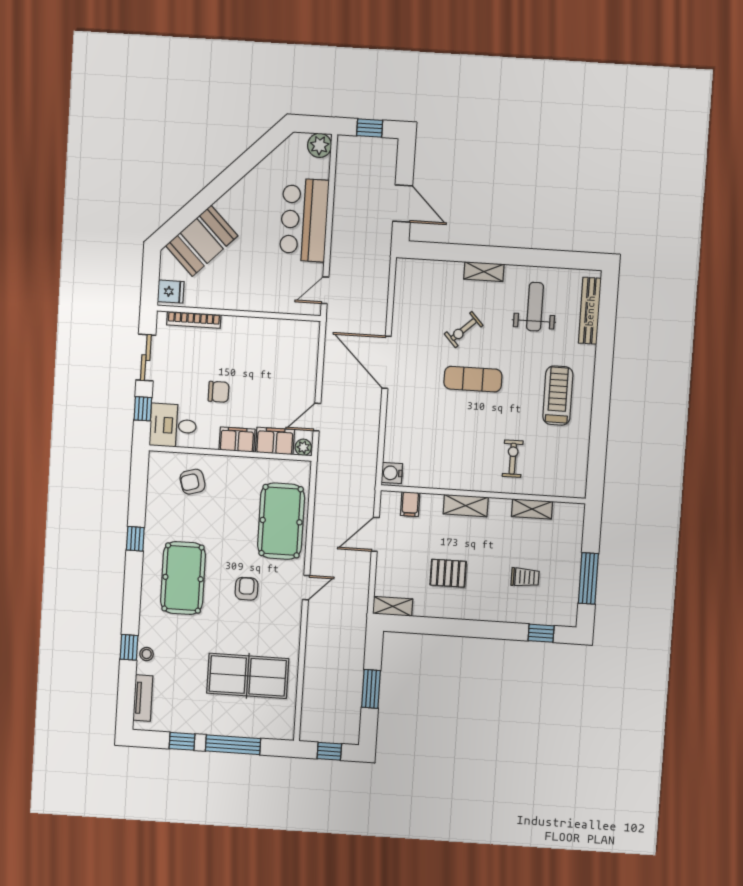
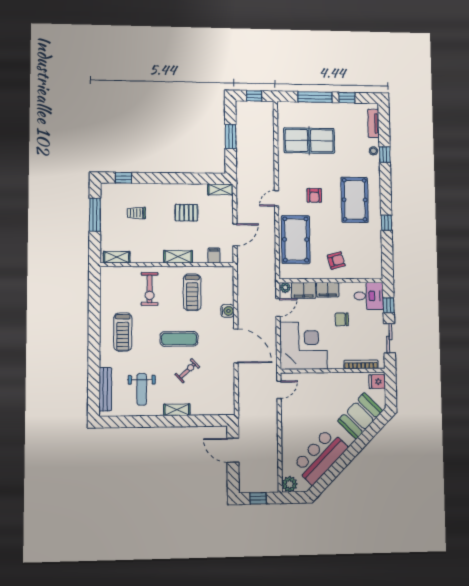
bar counter: (304, 220) -> (320, 456), moved, turned -135
corner desk: (282, 355) -> (304, 346), added
treadmill: (448, 449) -> (192, 292), added
exercise bike: (513, 459) -> (150, 289), width x1.38, depth x1.39
water cooler: (392, 473) -> (227, 311), moved
armchair: (193, 482) -> (336, 261), moved
shelving: (532, 509) -> (117, 257), moved

